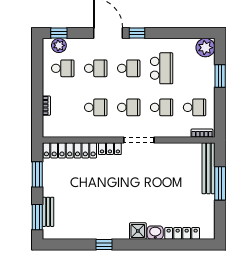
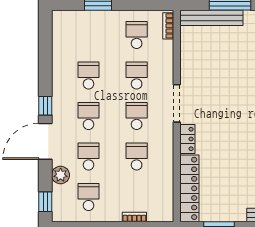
plant: (59, 45) -> (61, 175), moved
plant: (205, 48) -> (63, 22), removed
school desk: (162, 68) -> (89, 75), width x0.54

